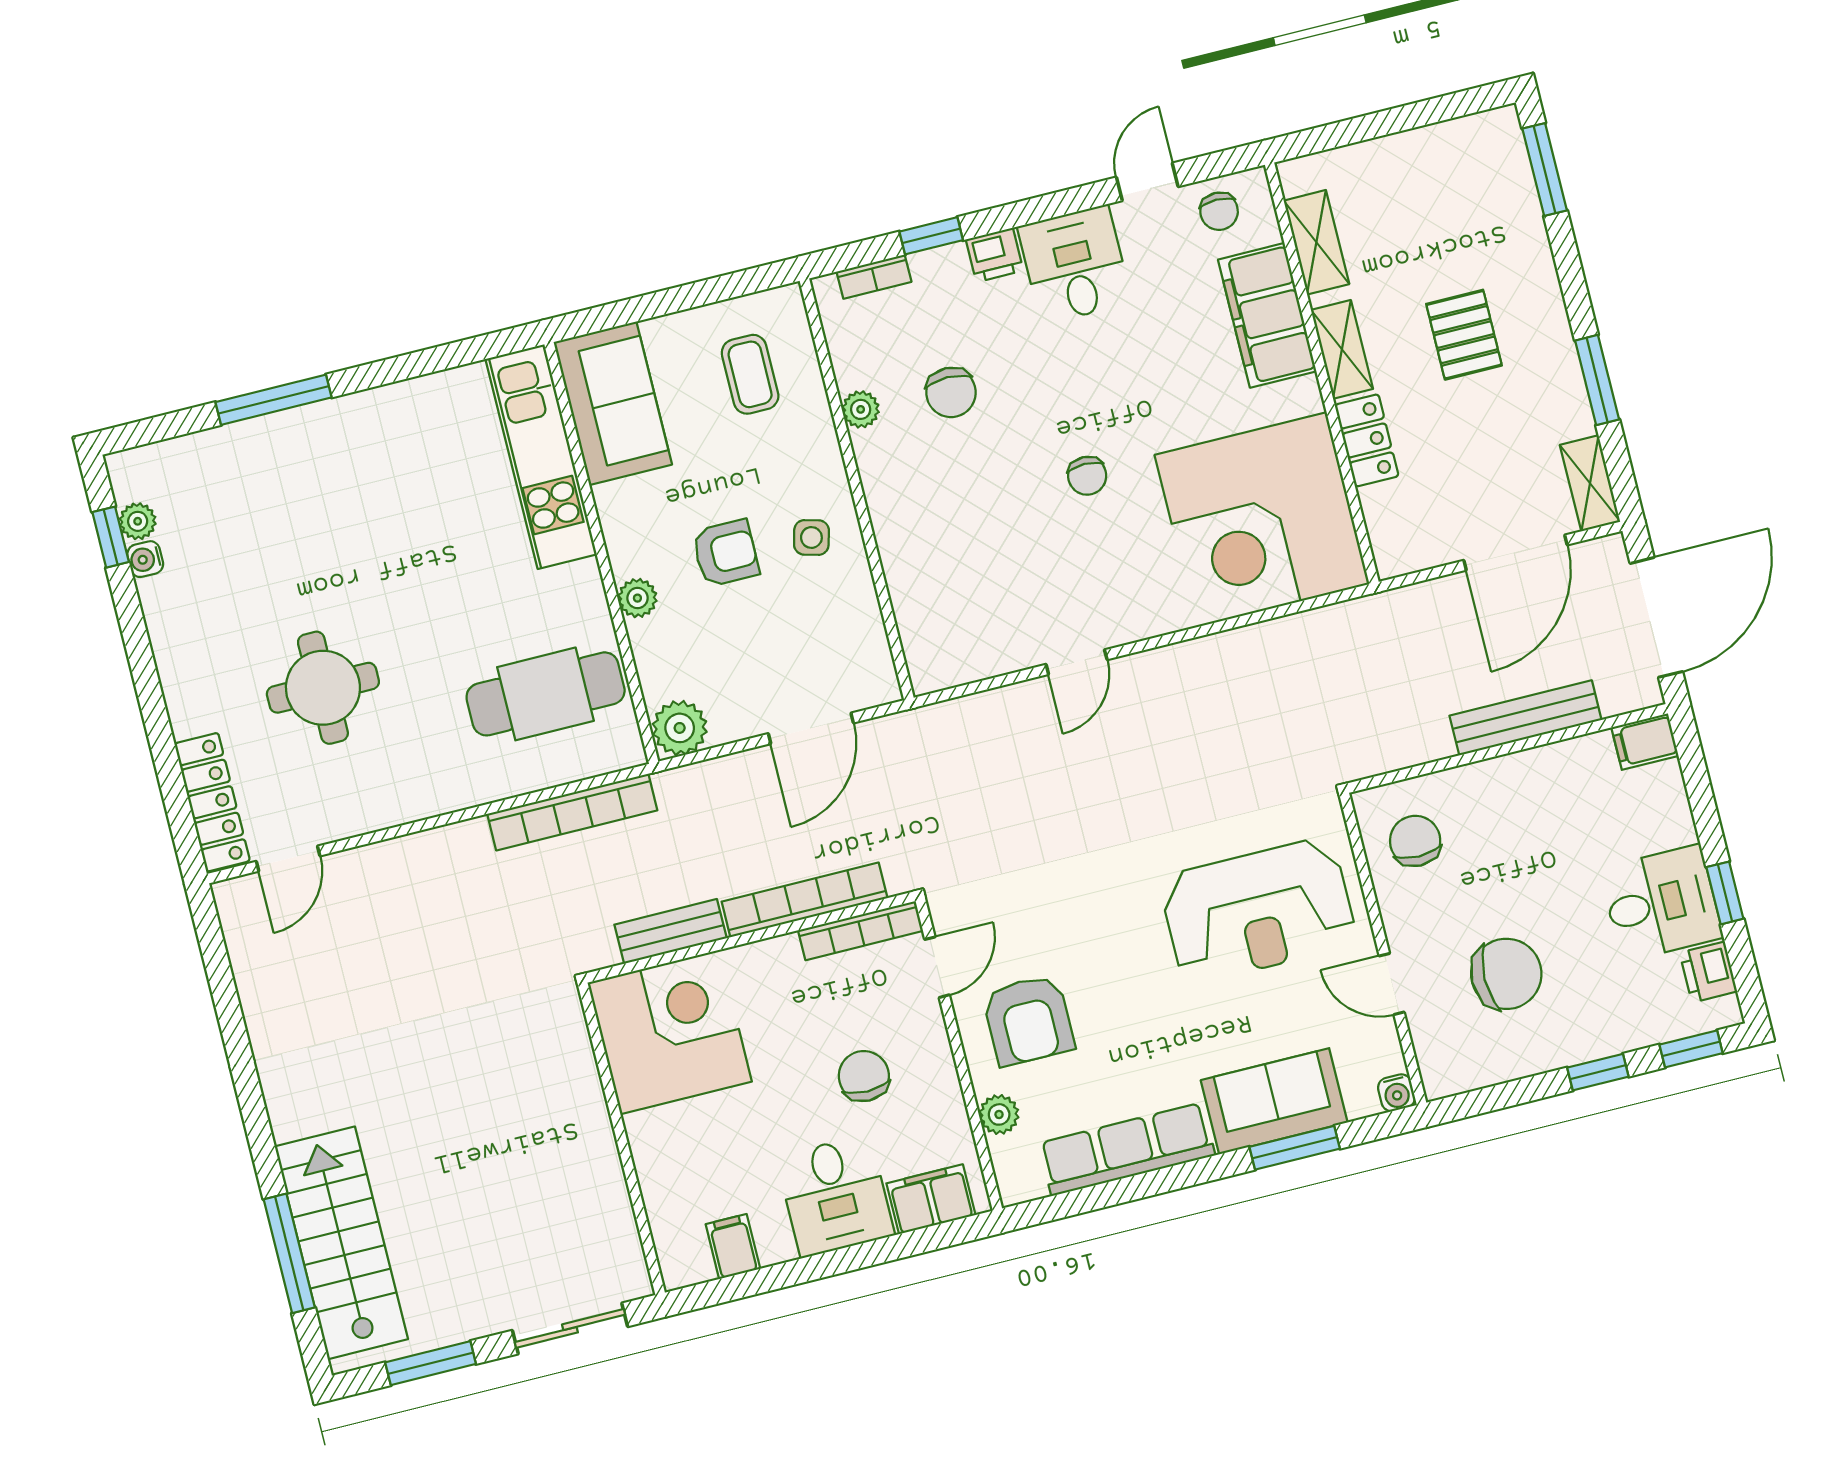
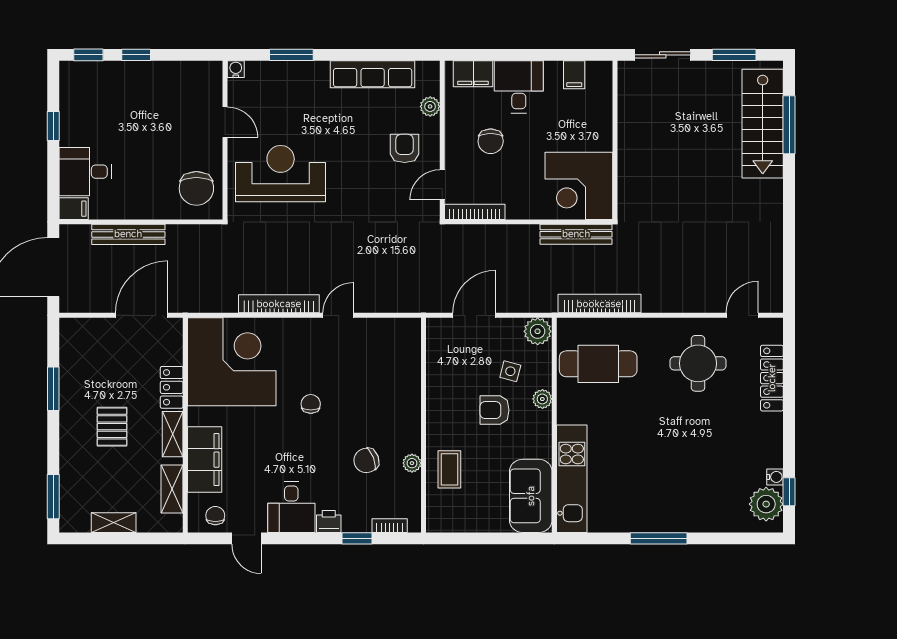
door: (1147, 182) -> (246, 538), hinge flipped
coffee table: (750, 374) -> (449, 469), moved
chair: (951, 392) -> (366, 460), turned -111
window: (273, 400) -> (659, 538), moved
shelving: (1590, 483) -> (114, 523), moved, turned 90
plant: (138, 521) -> (766, 504), width x1.88, depth x1.88
side table: (811, 537) -> (510, 371), moved
door: (1516, 553) -> (142, 315), moved
round table: (323, 688) -> (698, 363), moved
locker: (212, 802) -> (772, 378), moved
chair: (1415, 841) -> (196, 188), width x1.37, depth x1.37
bookcase: (805, 900) -> (279, 304), moved, turned 180
desk: (1661, 903) -> (85, 172), moved
bench: (671, 931) -> (576, 234), width x1.36
printer: (1708, 972) -> (71, 90), removed
chair: (1506, 974) -> (168, 113), removed
armchair: (1028, 1020) -> (405, 148), width x0.72, depth x0.72
sofa: (1274, 1101) -> (296, 80), removed

